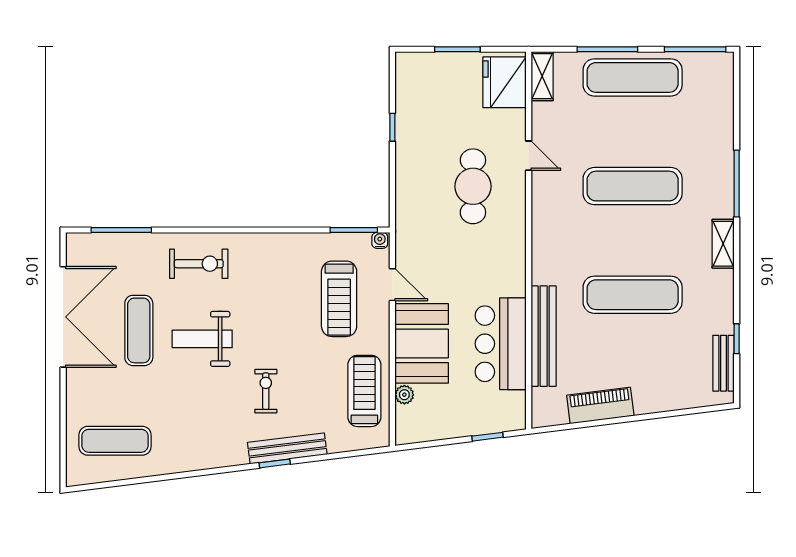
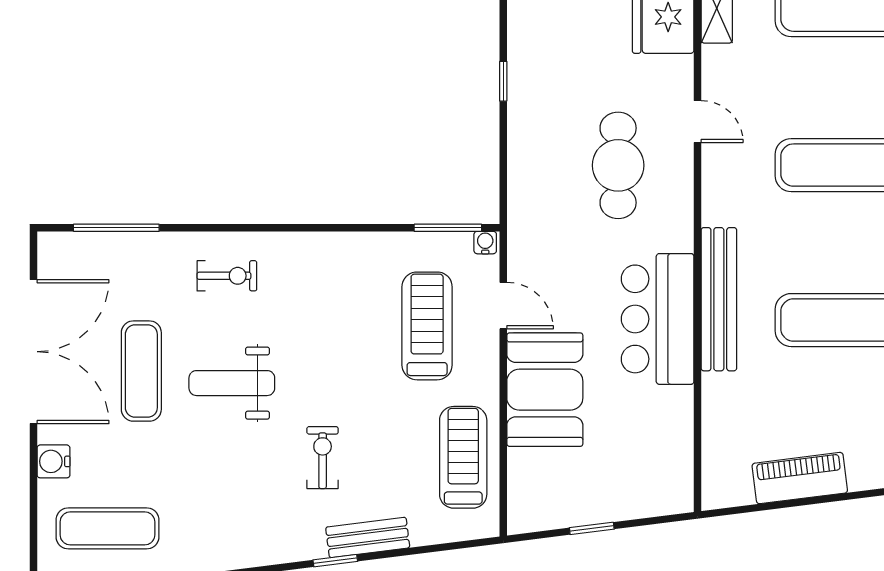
exercise bike: (199, 264) -> (227, 276), width x0.73, depth x0.72
treadmill: (339, 299) -> (427, 326), turned 180
bench: (544, 336) -> (719, 299), moved
bar counter: (501, 344) -> (658, 319), moved
water cooler: (77, 394) -> (53, 461), added
plant: (404, 395) -> (520, 463), removed
window: (488, 437) -> (592, 528), moved
bench: (287, 448) -> (368, 537), width x0.73

